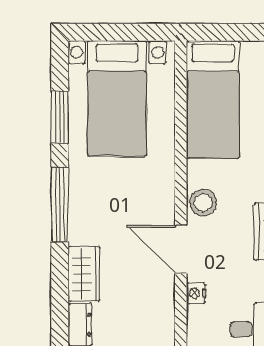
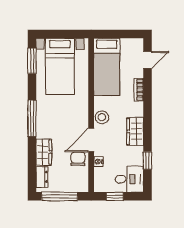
window: (60, 117) -> (32, 61), moved
door: (181, 249) -> (91, 140), hinge flipped
chair: (154, 288) -> (78, 159), added

